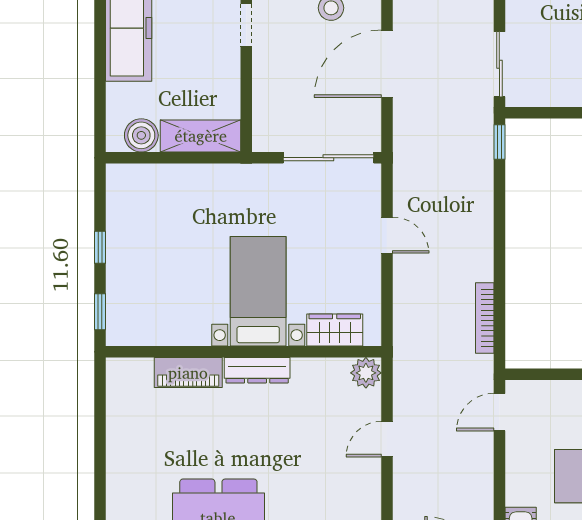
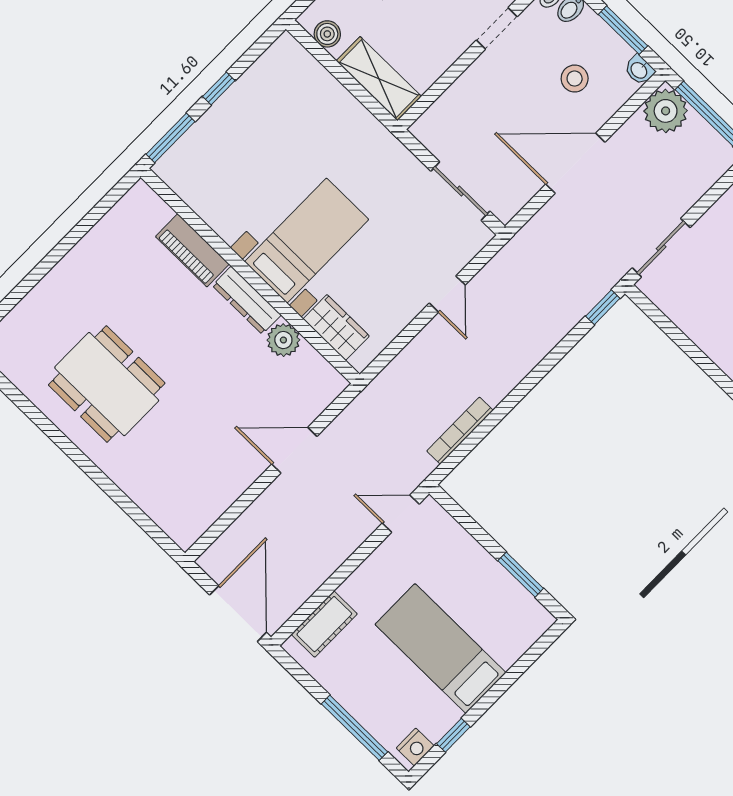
boiler: (141, 135) -> (327, 34), width x0.73, depth x0.73
sliding door: (328, 158) -> (460, 191), width x0.73
window: (100, 312) -> (170, 138), width x1.50
plant: (366, 373) -> (283, 340), moved
door: (387, 439) -> (294, 450), width x1.38

